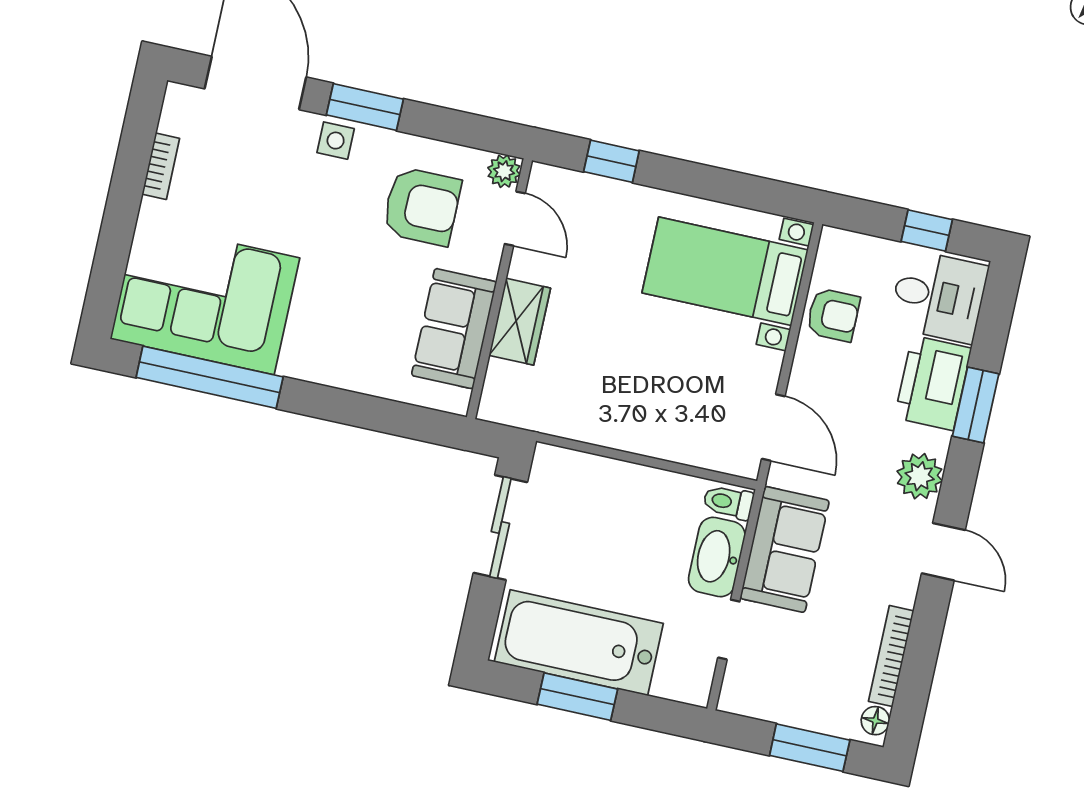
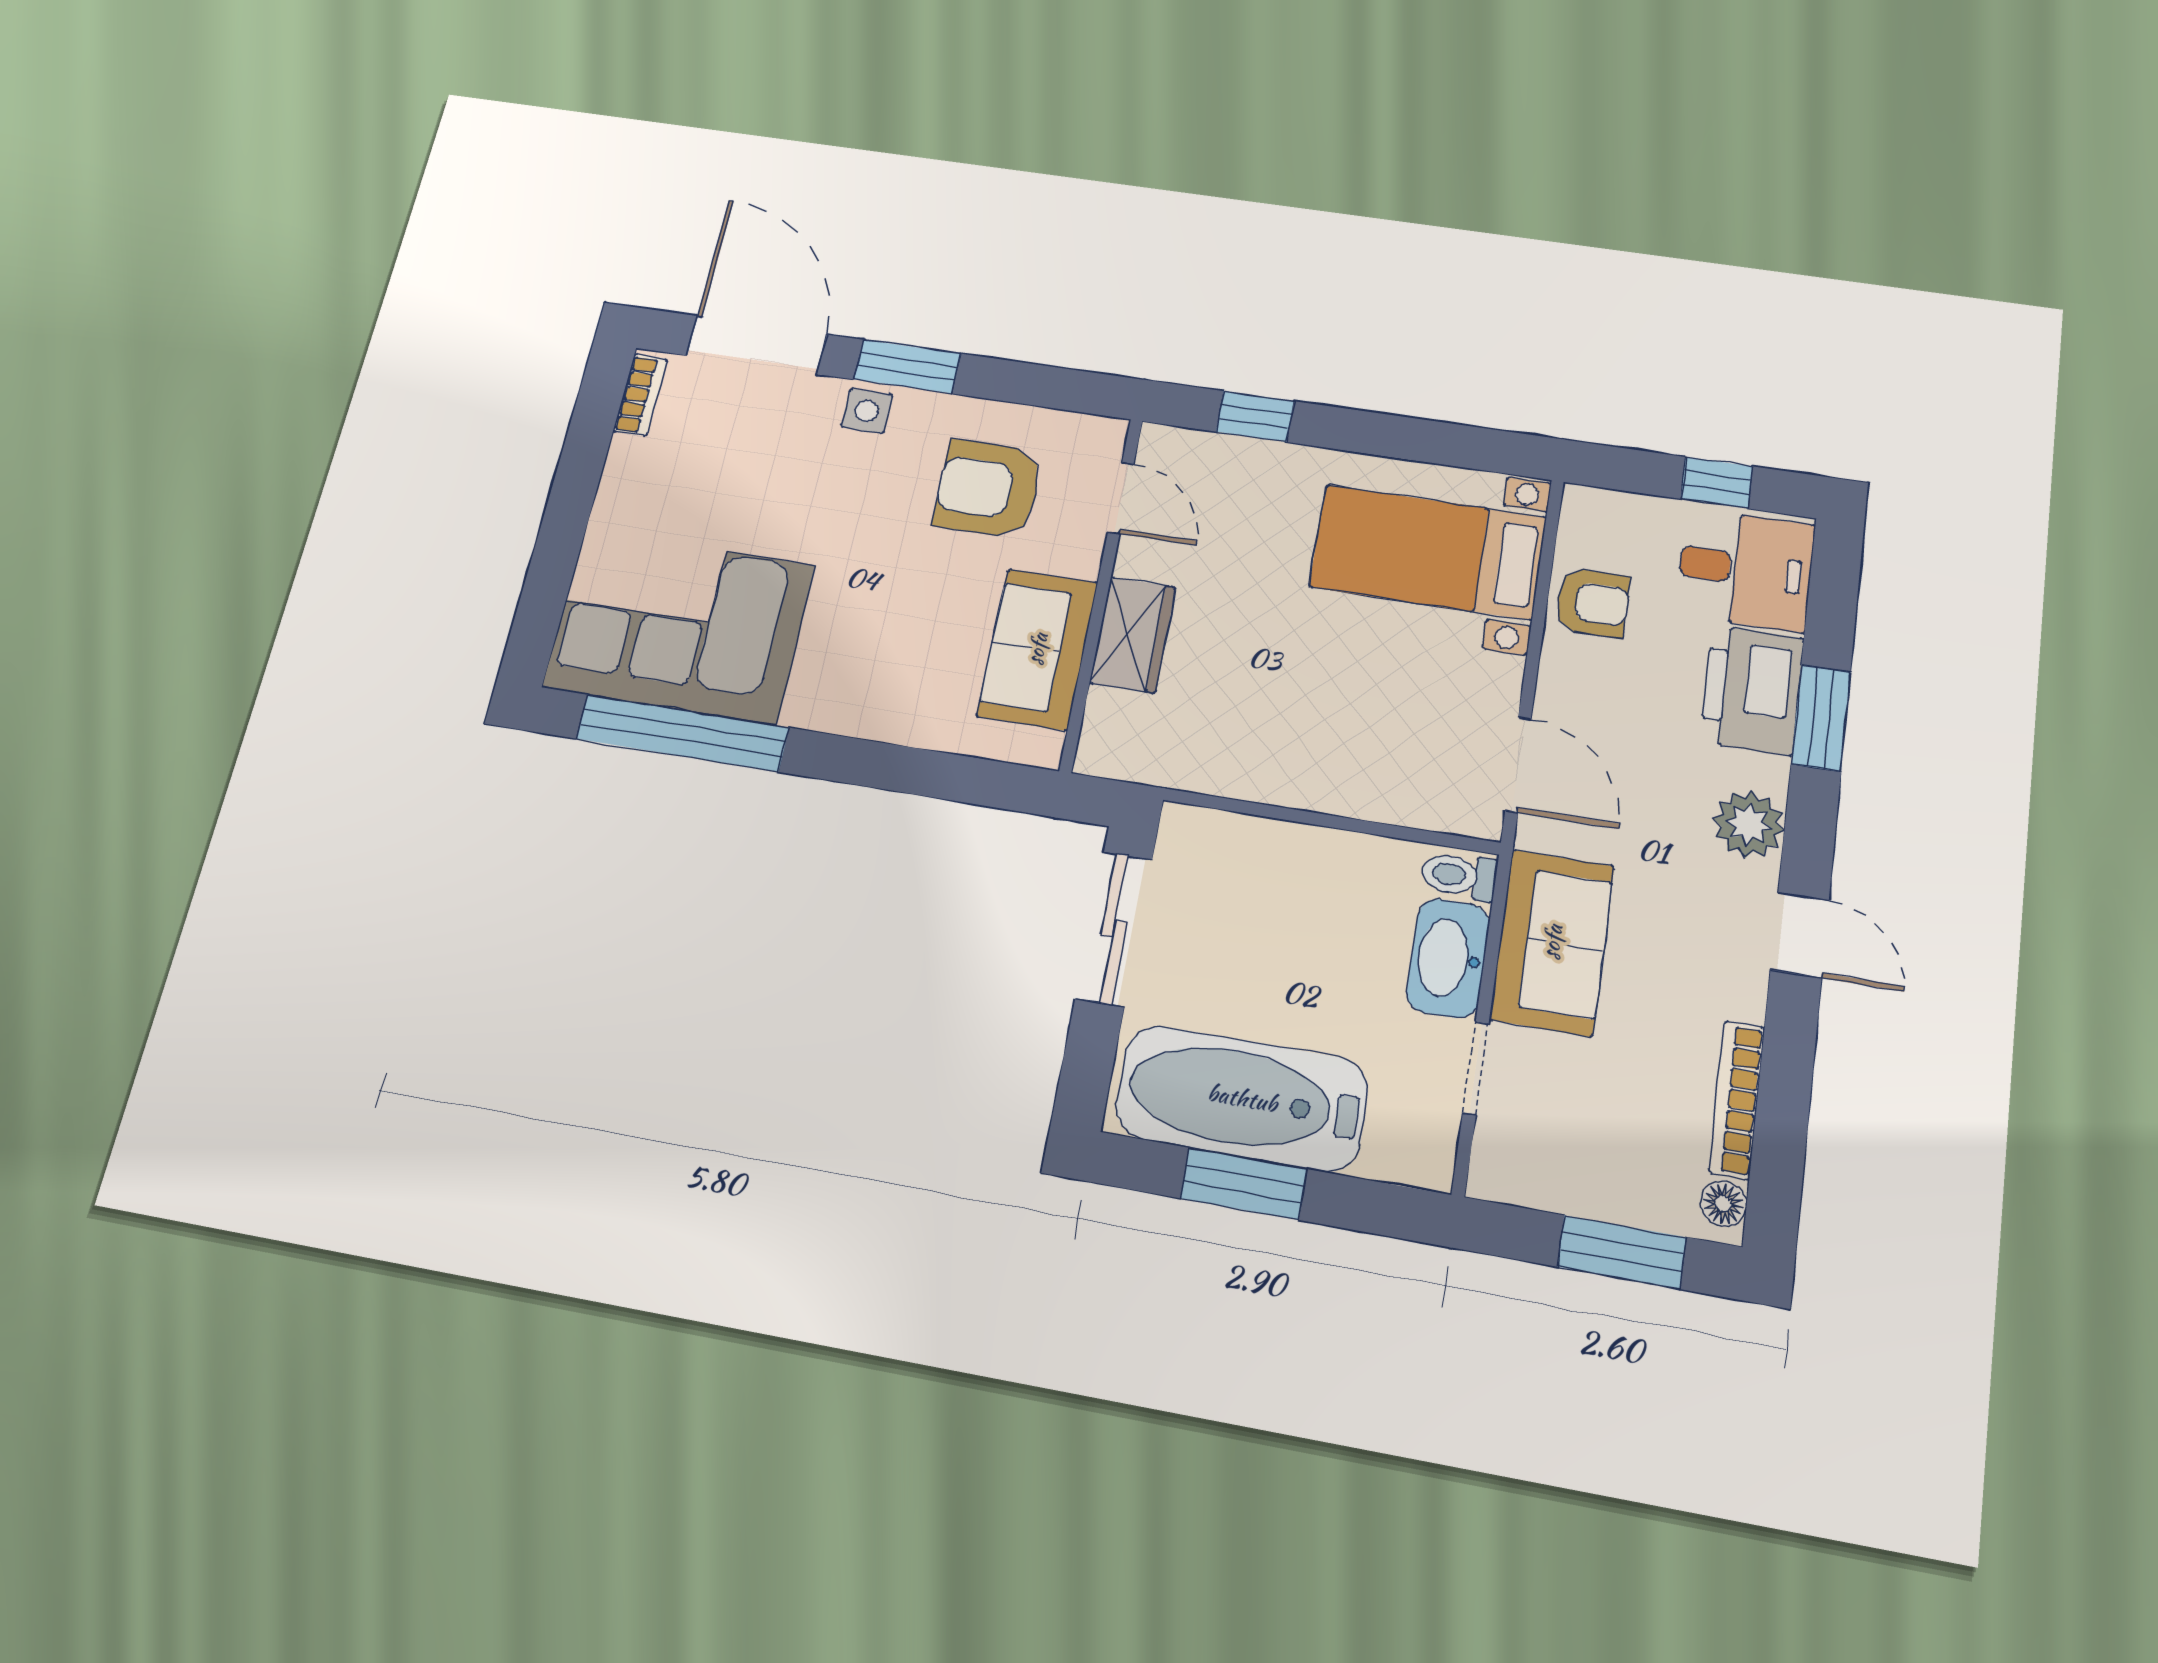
bookcase: (161, 166) -> (640, 395), moved
plant: (504, 171) -> (1103, 437), removed
armchair: (422, 206) -> (988, 489), turned 180

